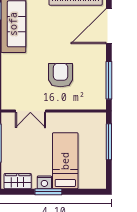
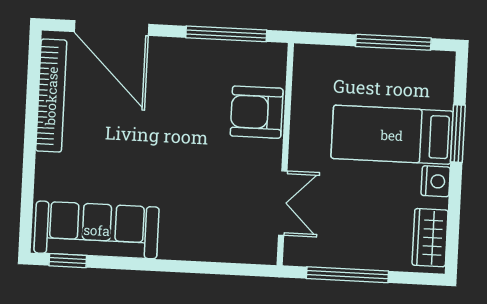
armchair: (61, 75) -> (257, 112), moved
window: (109, 142) -> (393, 42), moved
window: (48, 192) -> (458, 134), moved

